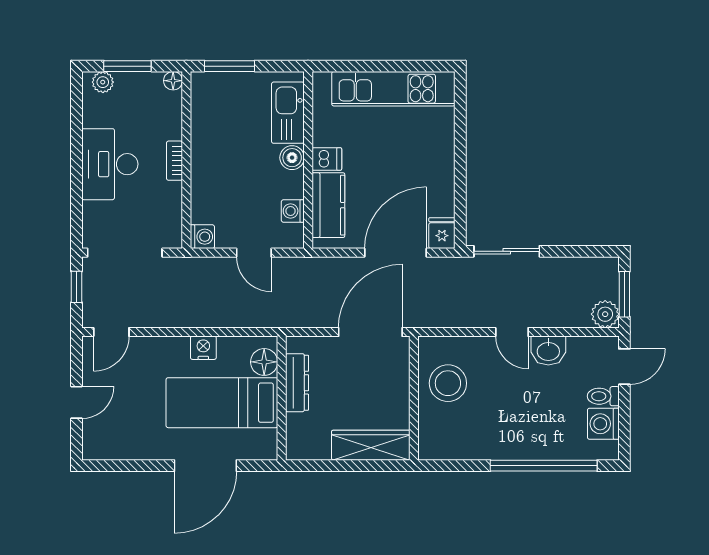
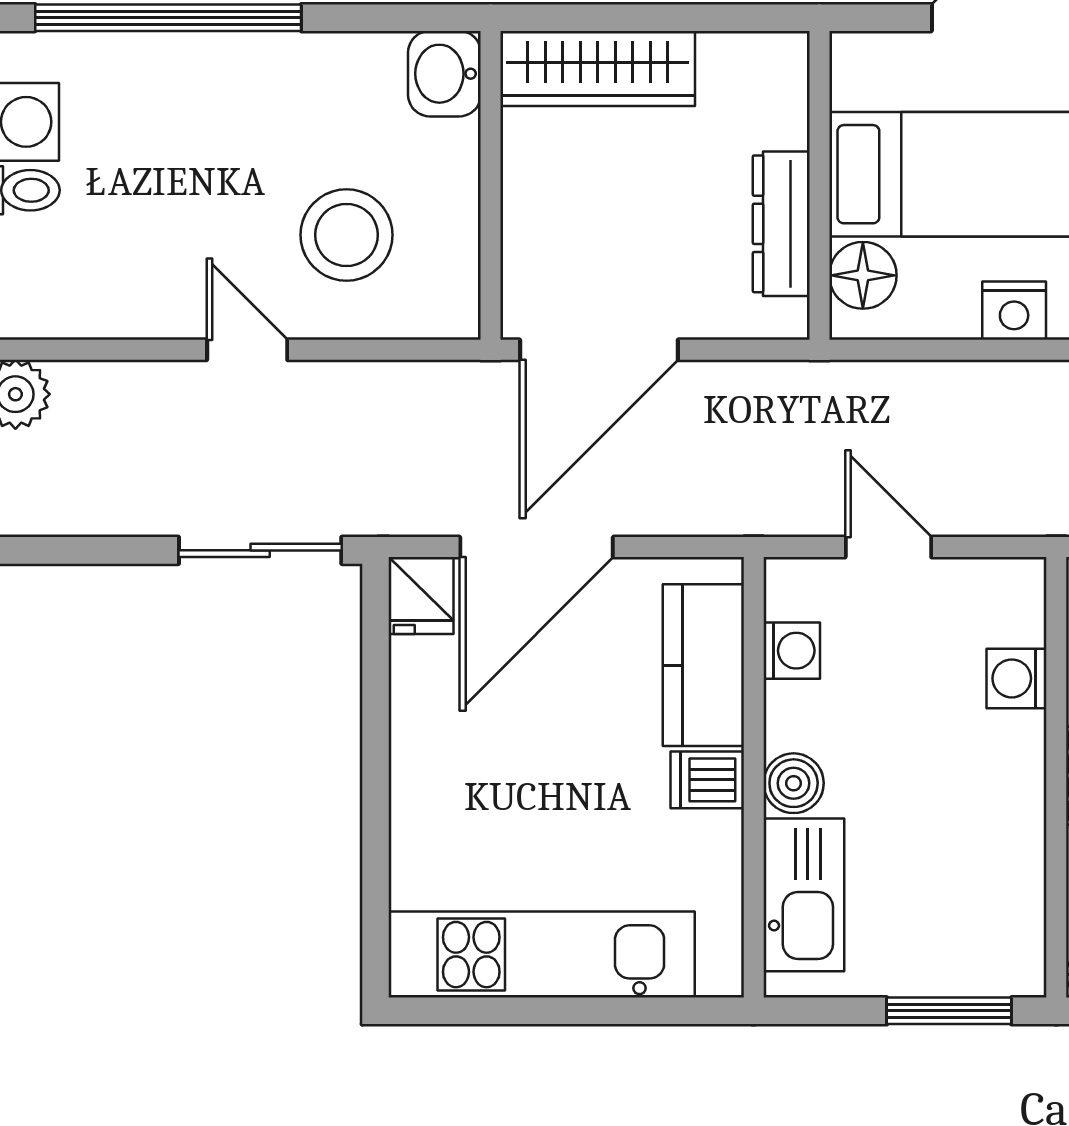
washing machine: (202, 237) -> (1017, 678), moved
washbasin: (548, 351) -> (444, 74), moved, turned -90
stool: (448, 383) -> (347, 235), moved

